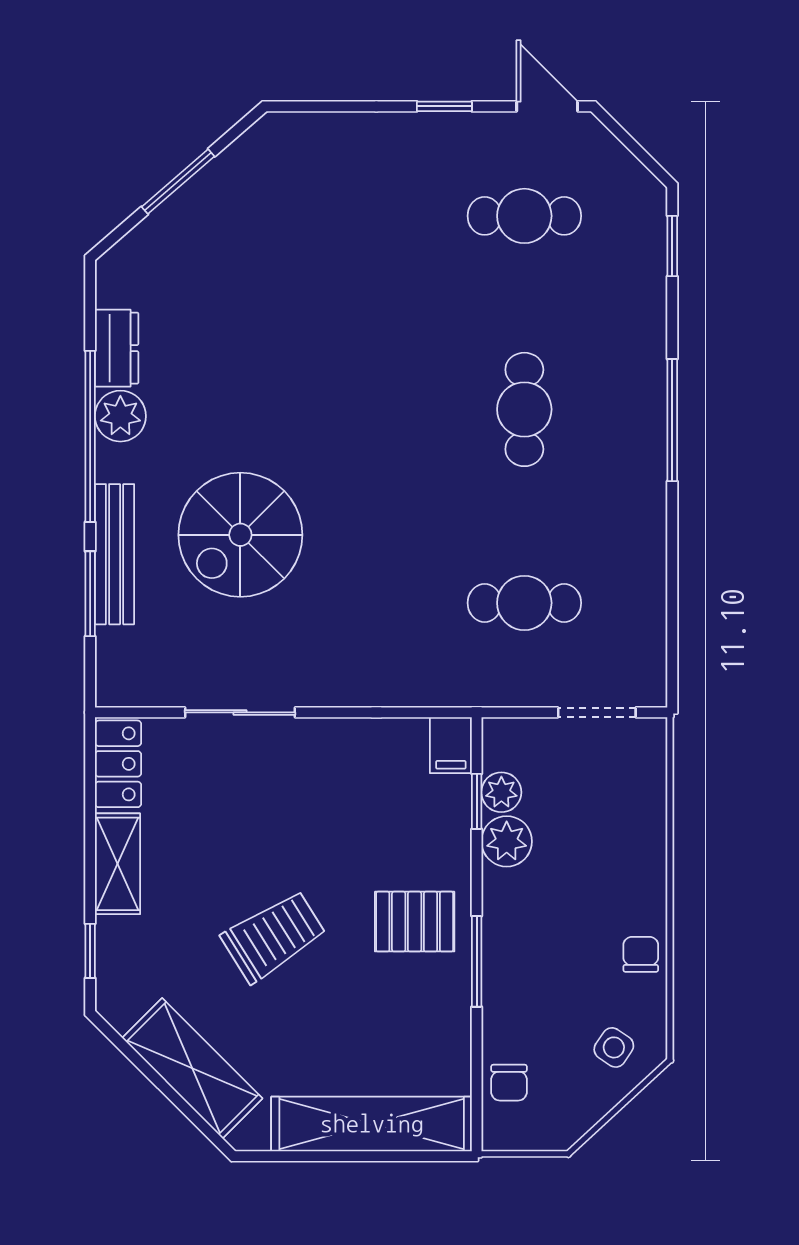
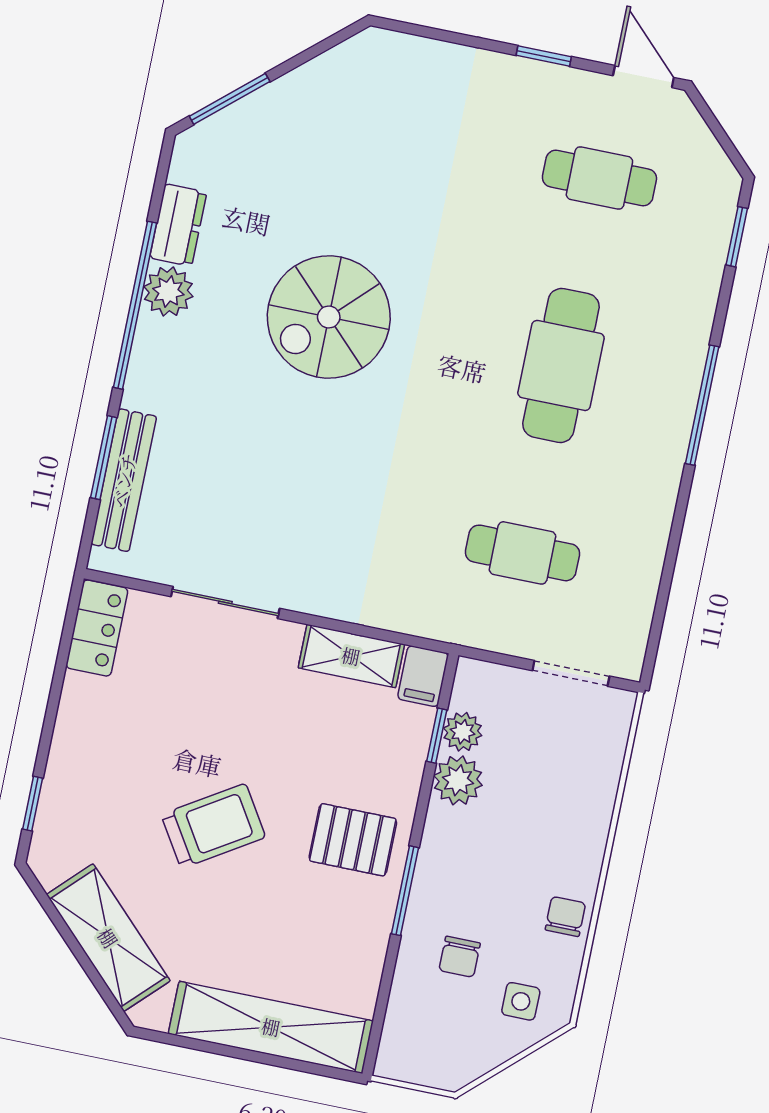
window: (178, 182) -> (230, 99), moved
cafe table: (524, 409) -> (561, 365), width x1.37, depth x1.35
spiral stairs: (240, 535) -> (329, 317), moved
bench: (115, 554) -> (124, 480), moved
shelving: (118, 864) -> (351, 656), moved, turned 90
side table: (614, 1047) -> (521, 1001), turned -34
chair: (509, 1083) -> (460, 957), moved

